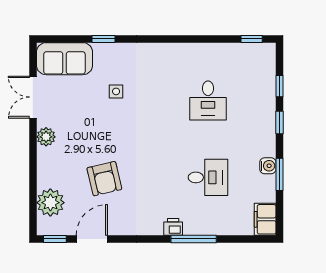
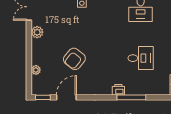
armchair: (104, 179) -> (74, 59), turned 52
plant: (50, 203) -> (36, 70), width x0.53, depth x0.53

